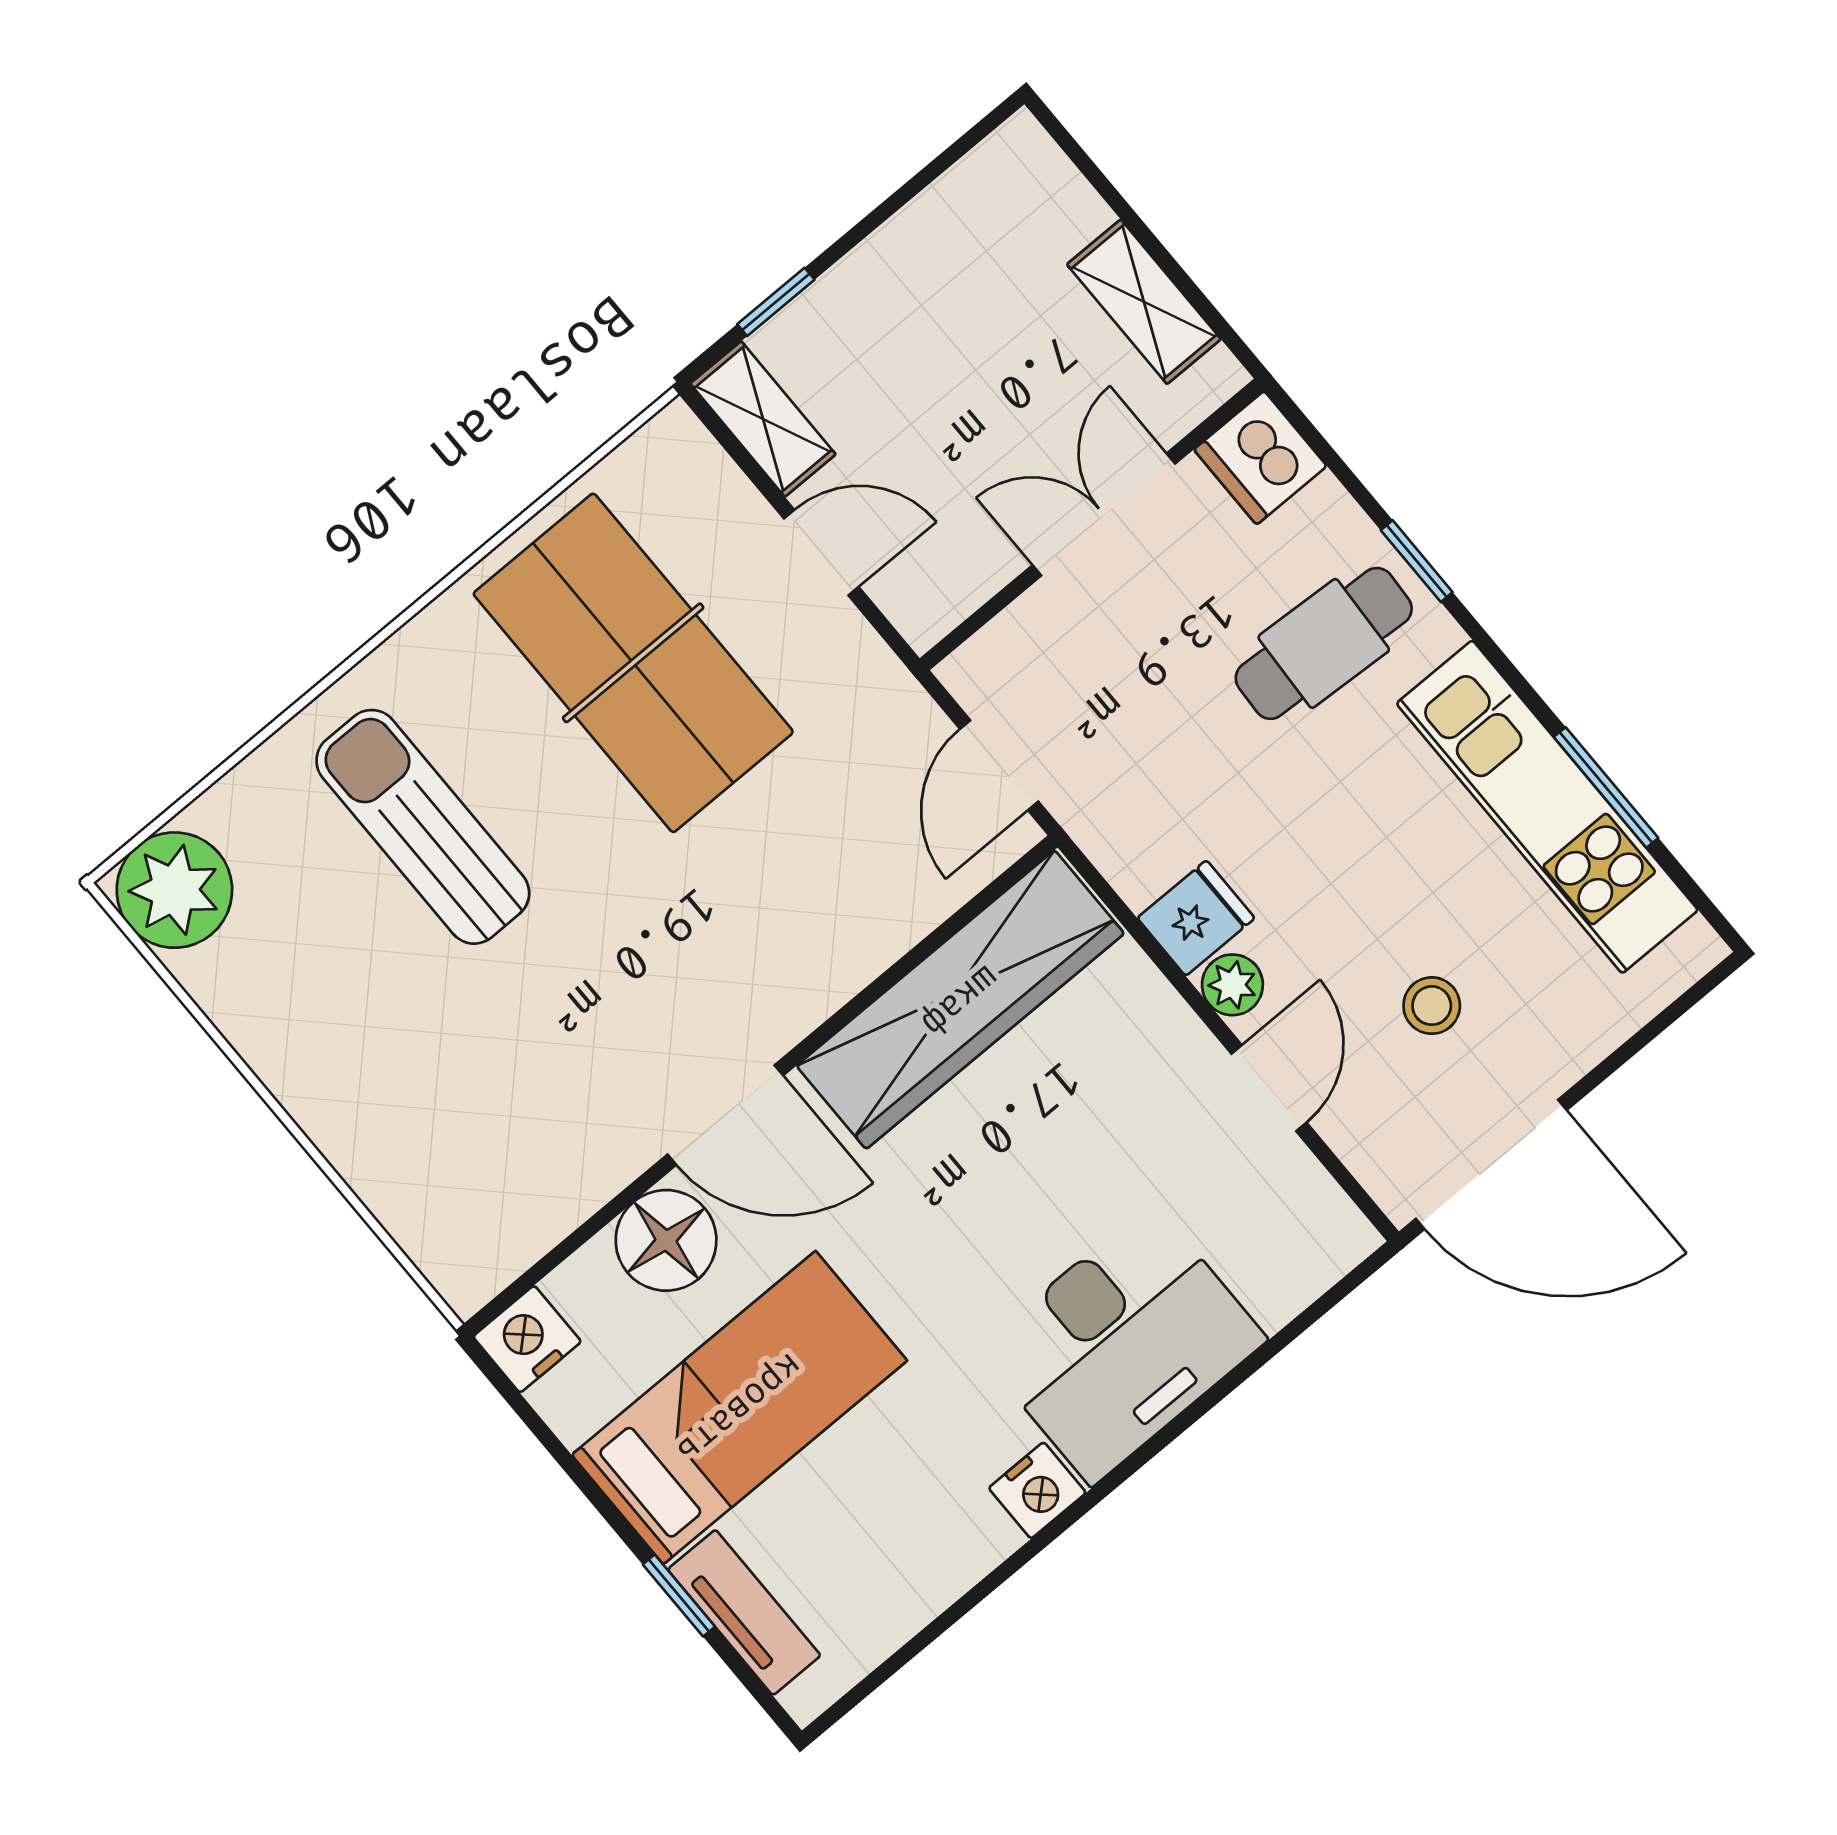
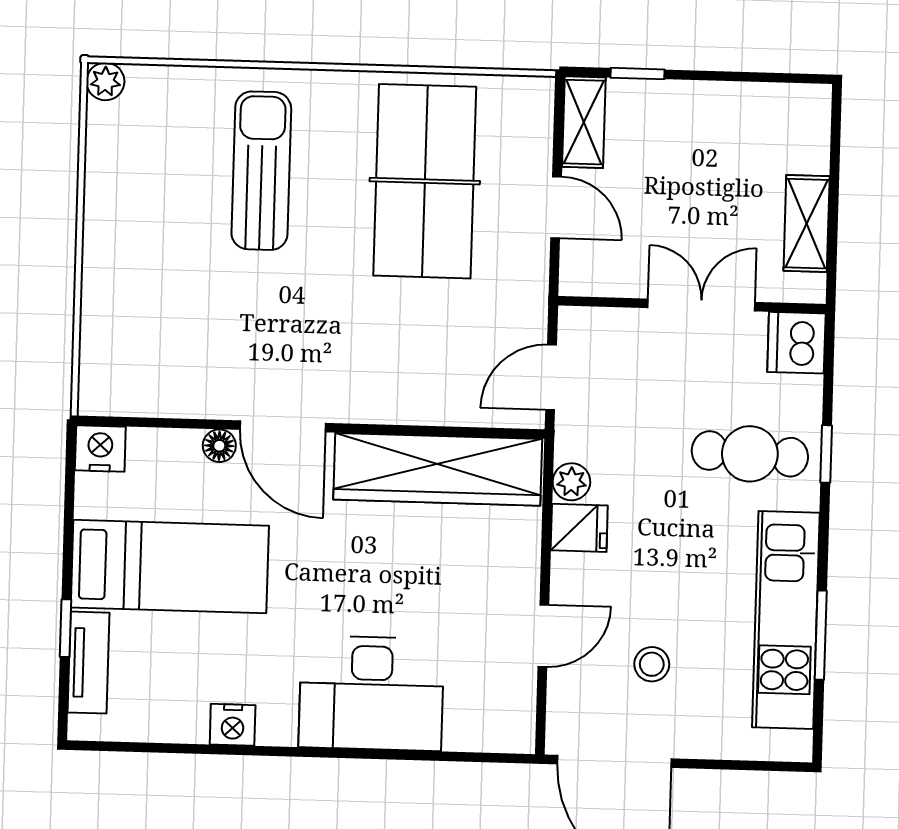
plant: (174, 890) -> (105, 81), width x0.53, depth x0.53
plant: (1232, 985) -> (571, 482), moved
floor lamp: (666, 1240) -> (219, 446), width x0.53, depth x0.53
nightstand: (1037, 1490) -> (233, 725), moved

